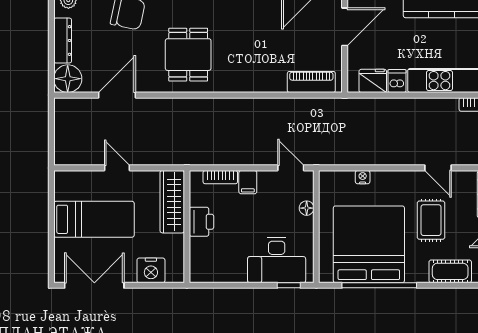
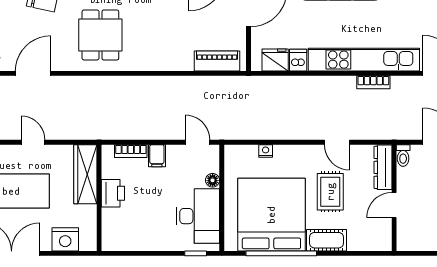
desk: (277, 260) -> (198, 216), moved, turned -90
cot: (450, 271) -> (327, 240), moved

